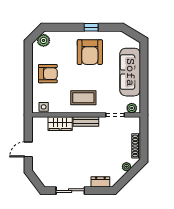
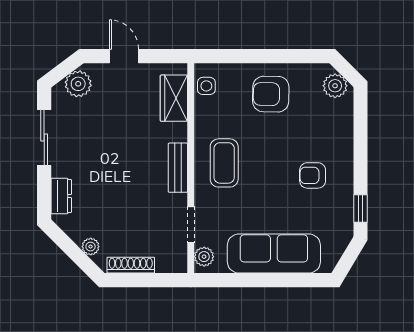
window: (91, 27) -> (361, 209), moved
armchair: (90, 52) -> (313, 175), width x0.53, depth x0.53
armchair: (48, 74) -> (271, 94), turned 91
wardrobe: (60, 124) -> (174, 98), moved
plant: (43, 173) -> (78, 84), added

